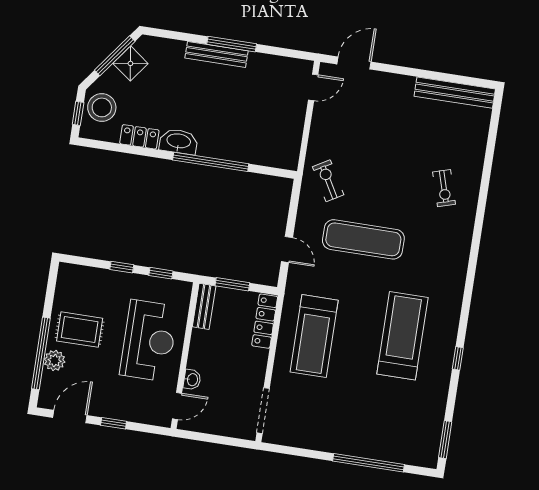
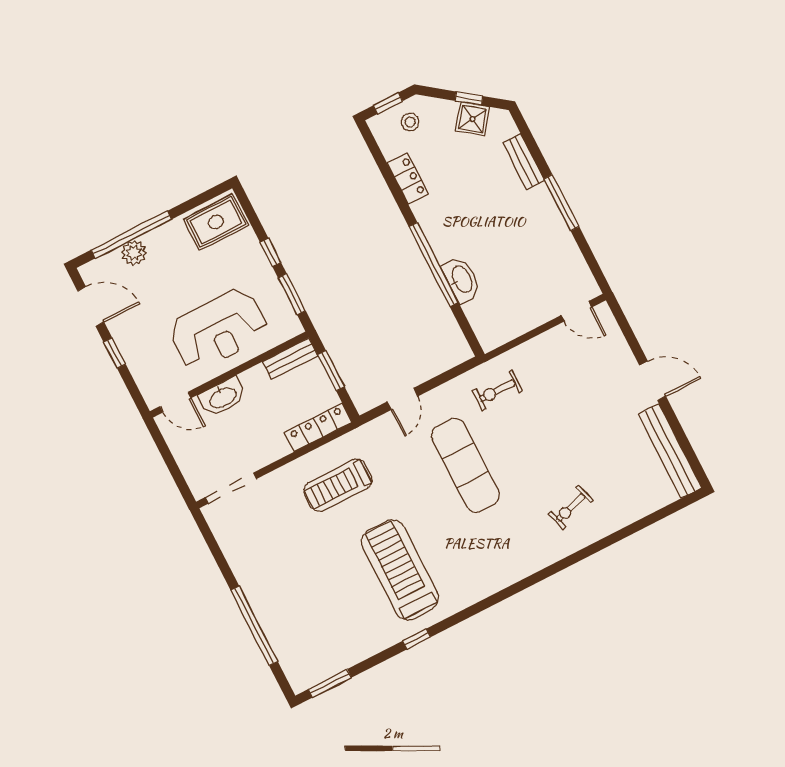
bench: (217, 54) -> (524, 162), moved, width x0.73
window: (115, 56) -> (469, 98), width x0.46
door: (354, 63) -> (653, 381), moved
stool: (102, 107) -> (410, 122), width x0.53, depth x0.53
washbasin: (179, 142) -> (462, 280), moved
exercise bike: (328, 181) -> (497, 391), turned -150
window: (161, 273) -> (292, 294), width x1.50
rug: (80, 330) -> (216, 222), moved, turned 90
treadmill: (314, 336) -> (338, 485), width x0.73, depth x0.73
treadmill: (402, 336) -> (400, 570), turned -90
washbasin: (192, 380) -> (223, 397), width x1.91, depth x1.45

